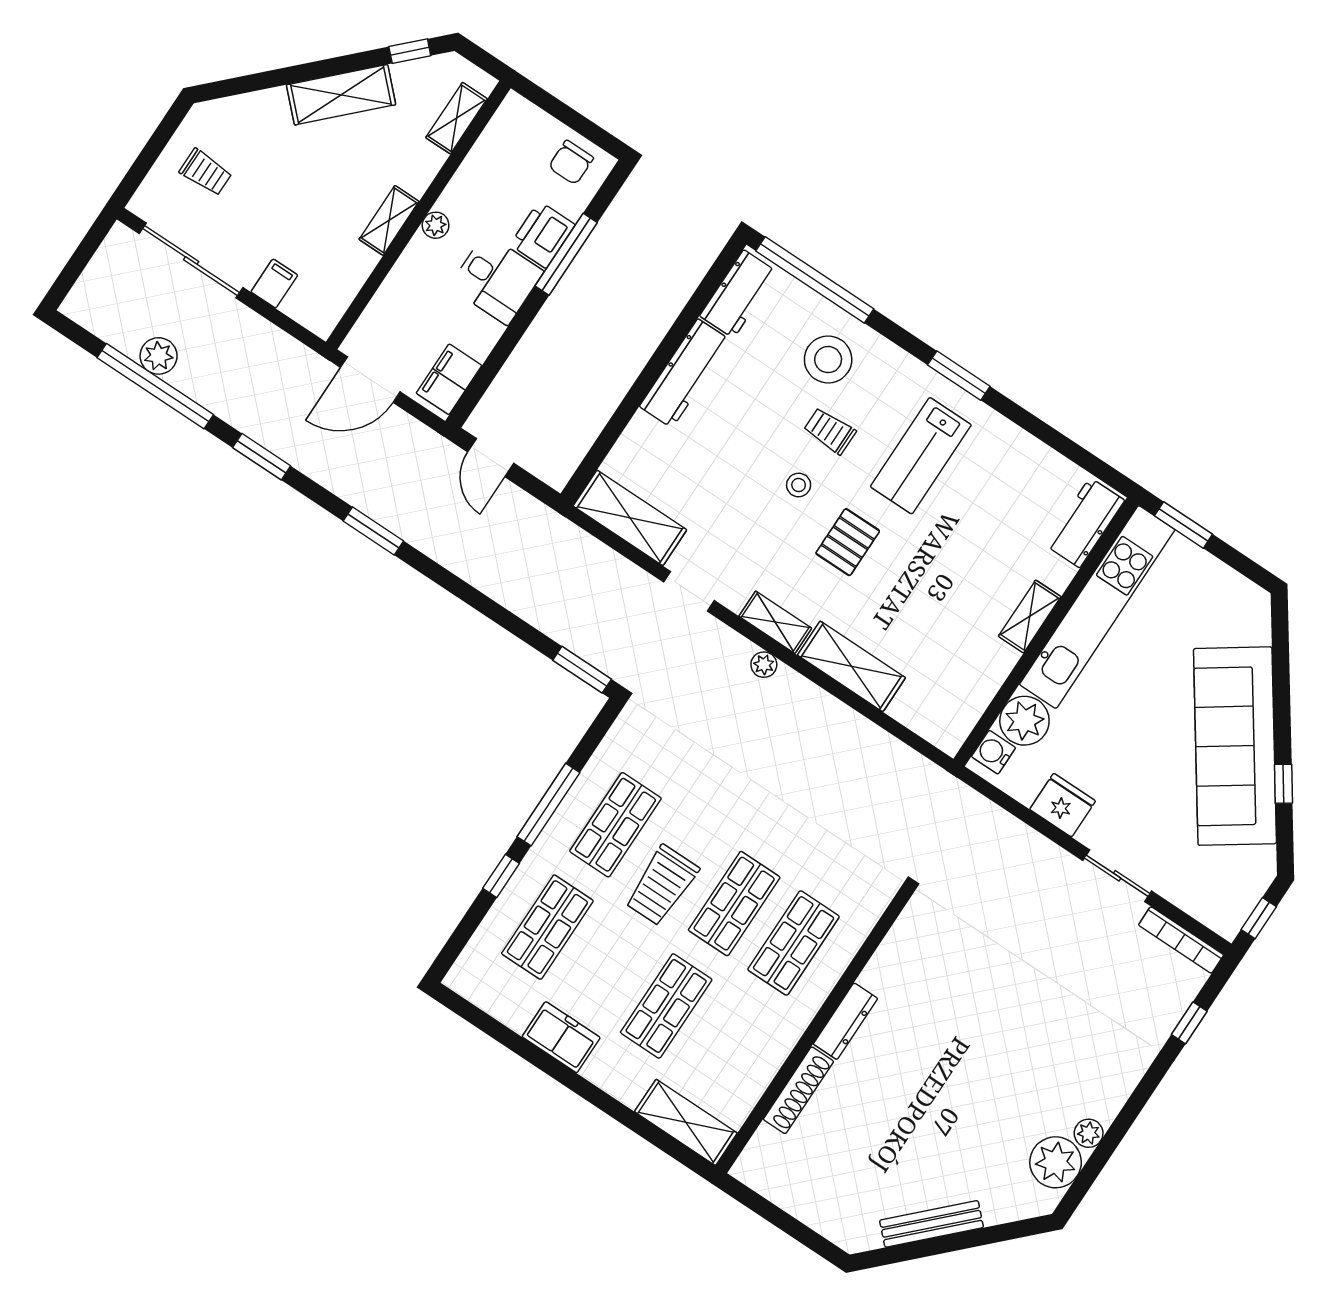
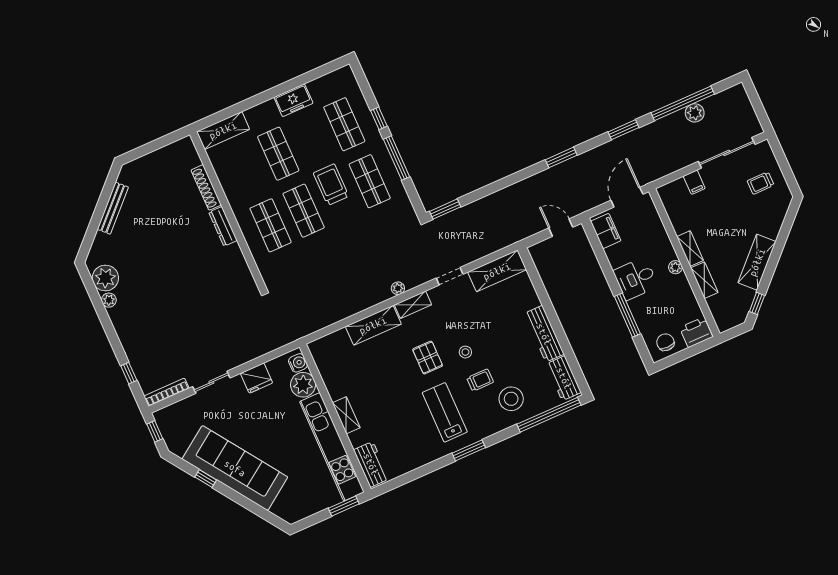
shelving: (456, 118) -> (704, 280), moved
printer: (543, 235) -> (696, 332), moved, turned -90

